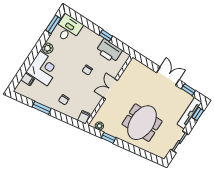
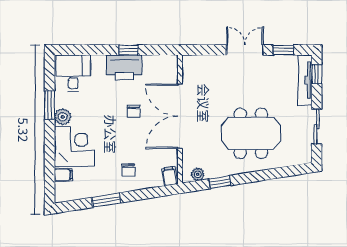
window: (53, 24) -> (50, 105), moved
printer: (109, 51) -> (124, 67), moved
double door: (110, 89) -> (180, 116), width x1.87
meeting table: (142, 123) -> (251, 133), turned 90

